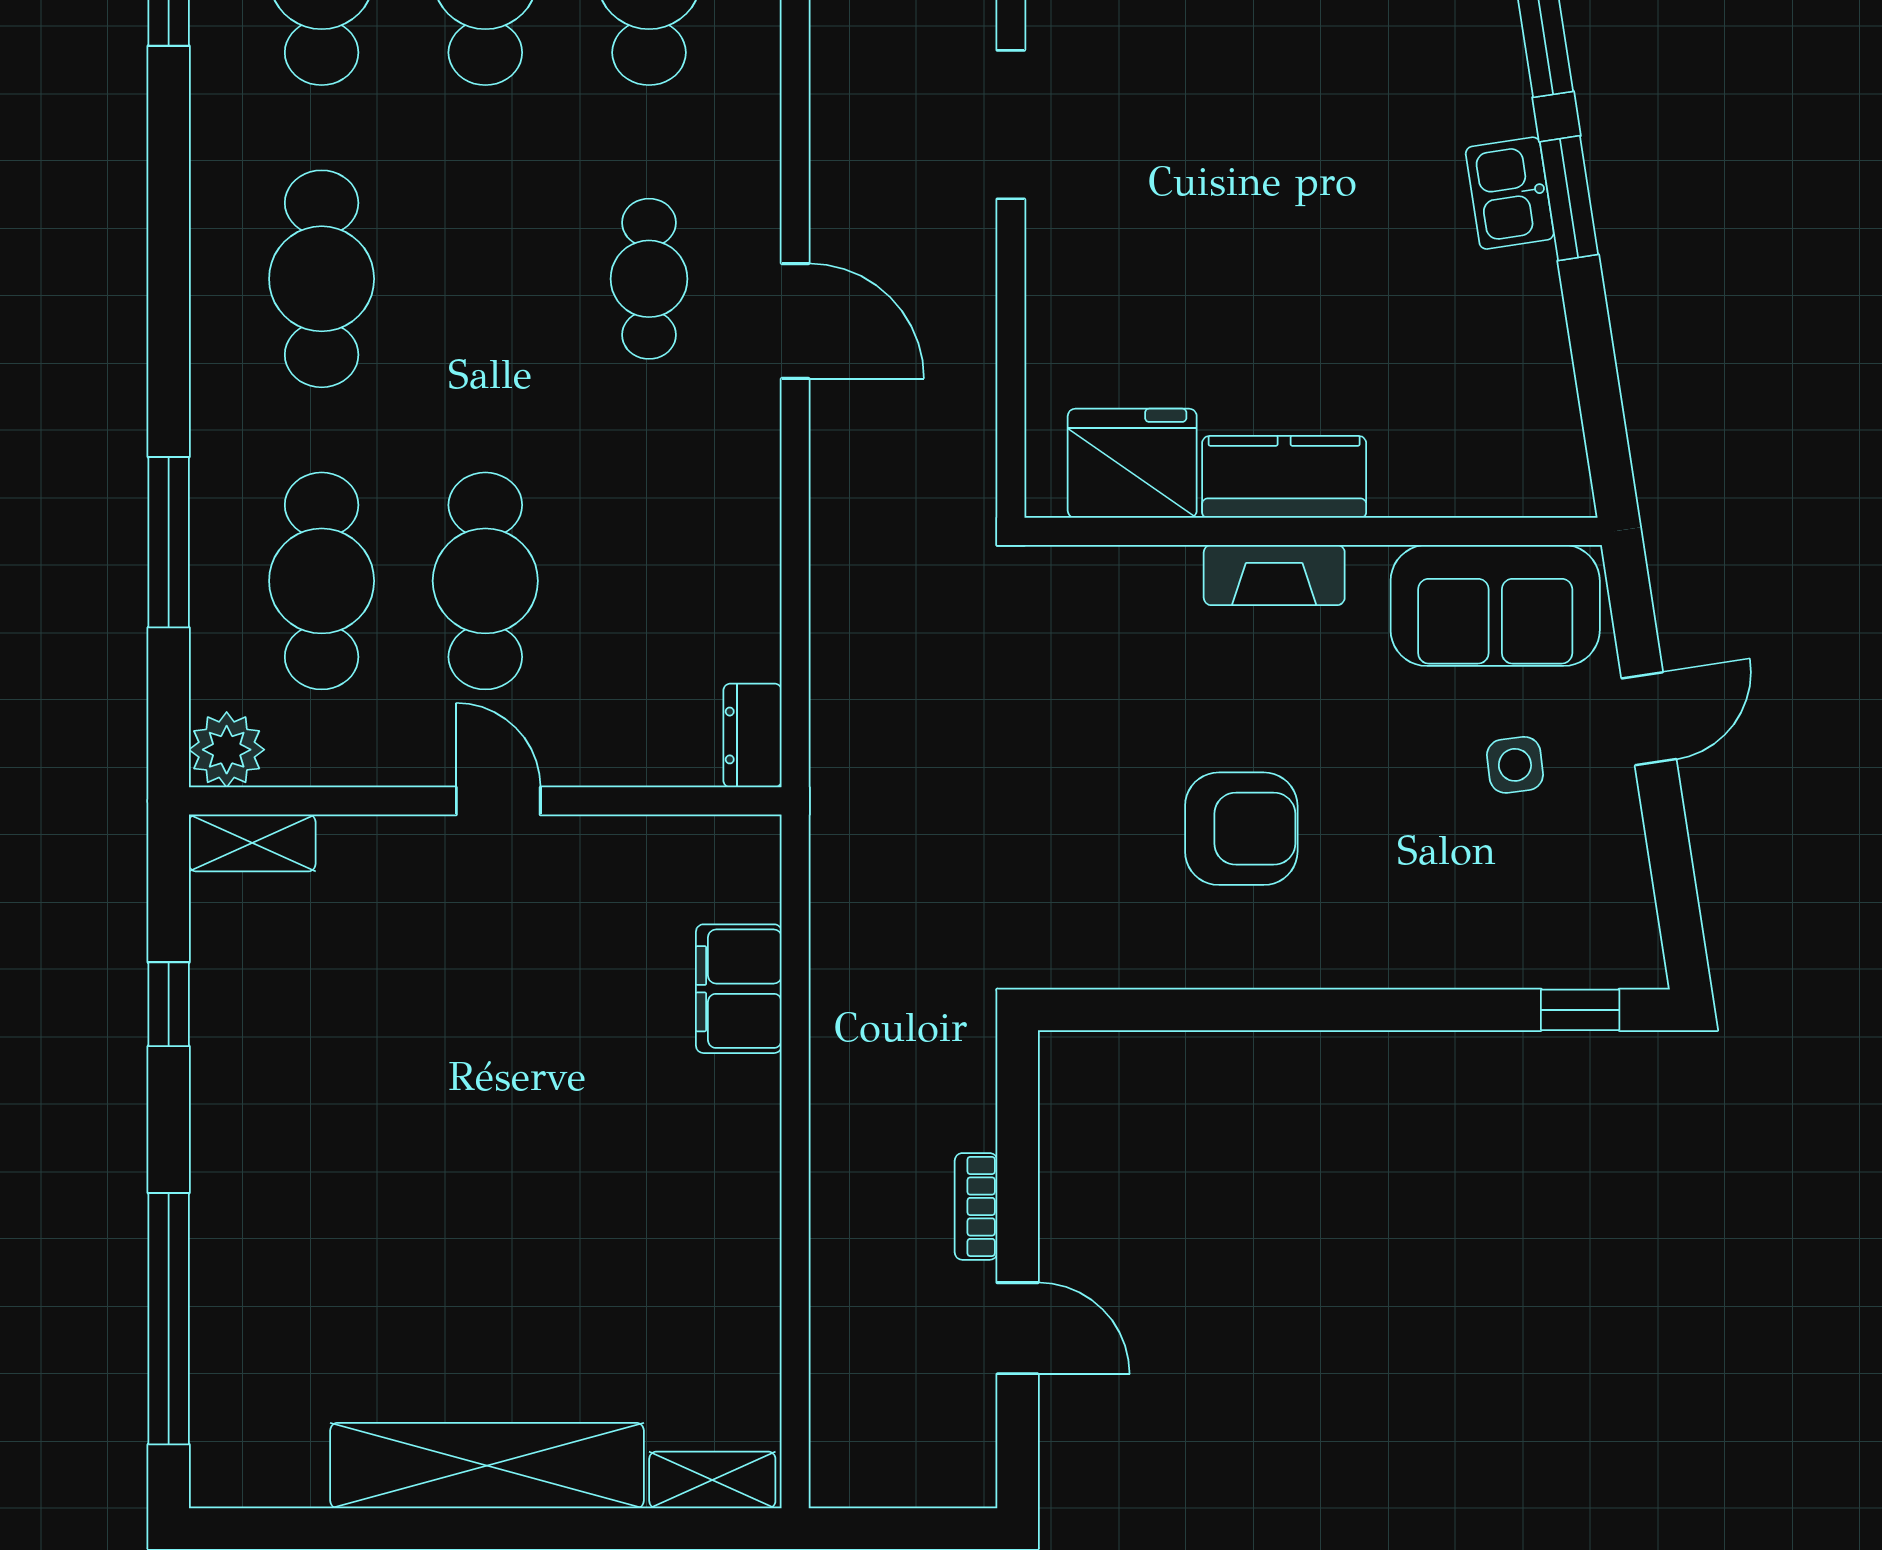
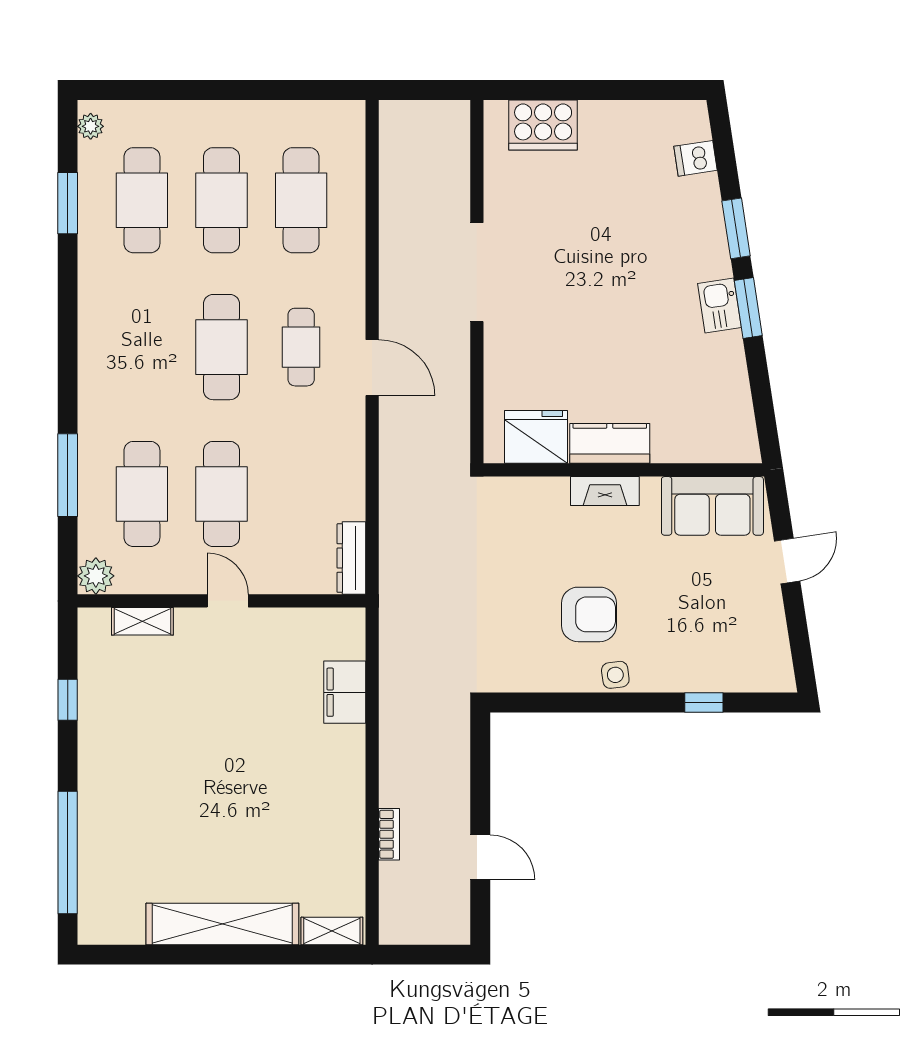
doorway: (1011, 125) -> (477, 272), width x1.36
cafe table: (322, 279) -> (221, 347), moved
dresser: (752, 735) -> (351, 558), width x1.44
side table: (1515, 765) -> (615, 675), moved
shelving: (252, 843) -> (142, 621), moved
window: (1580, 1010) -> (704, 702), moved
bookcase: (976, 1206) -> (389, 834), moved, turned 180

